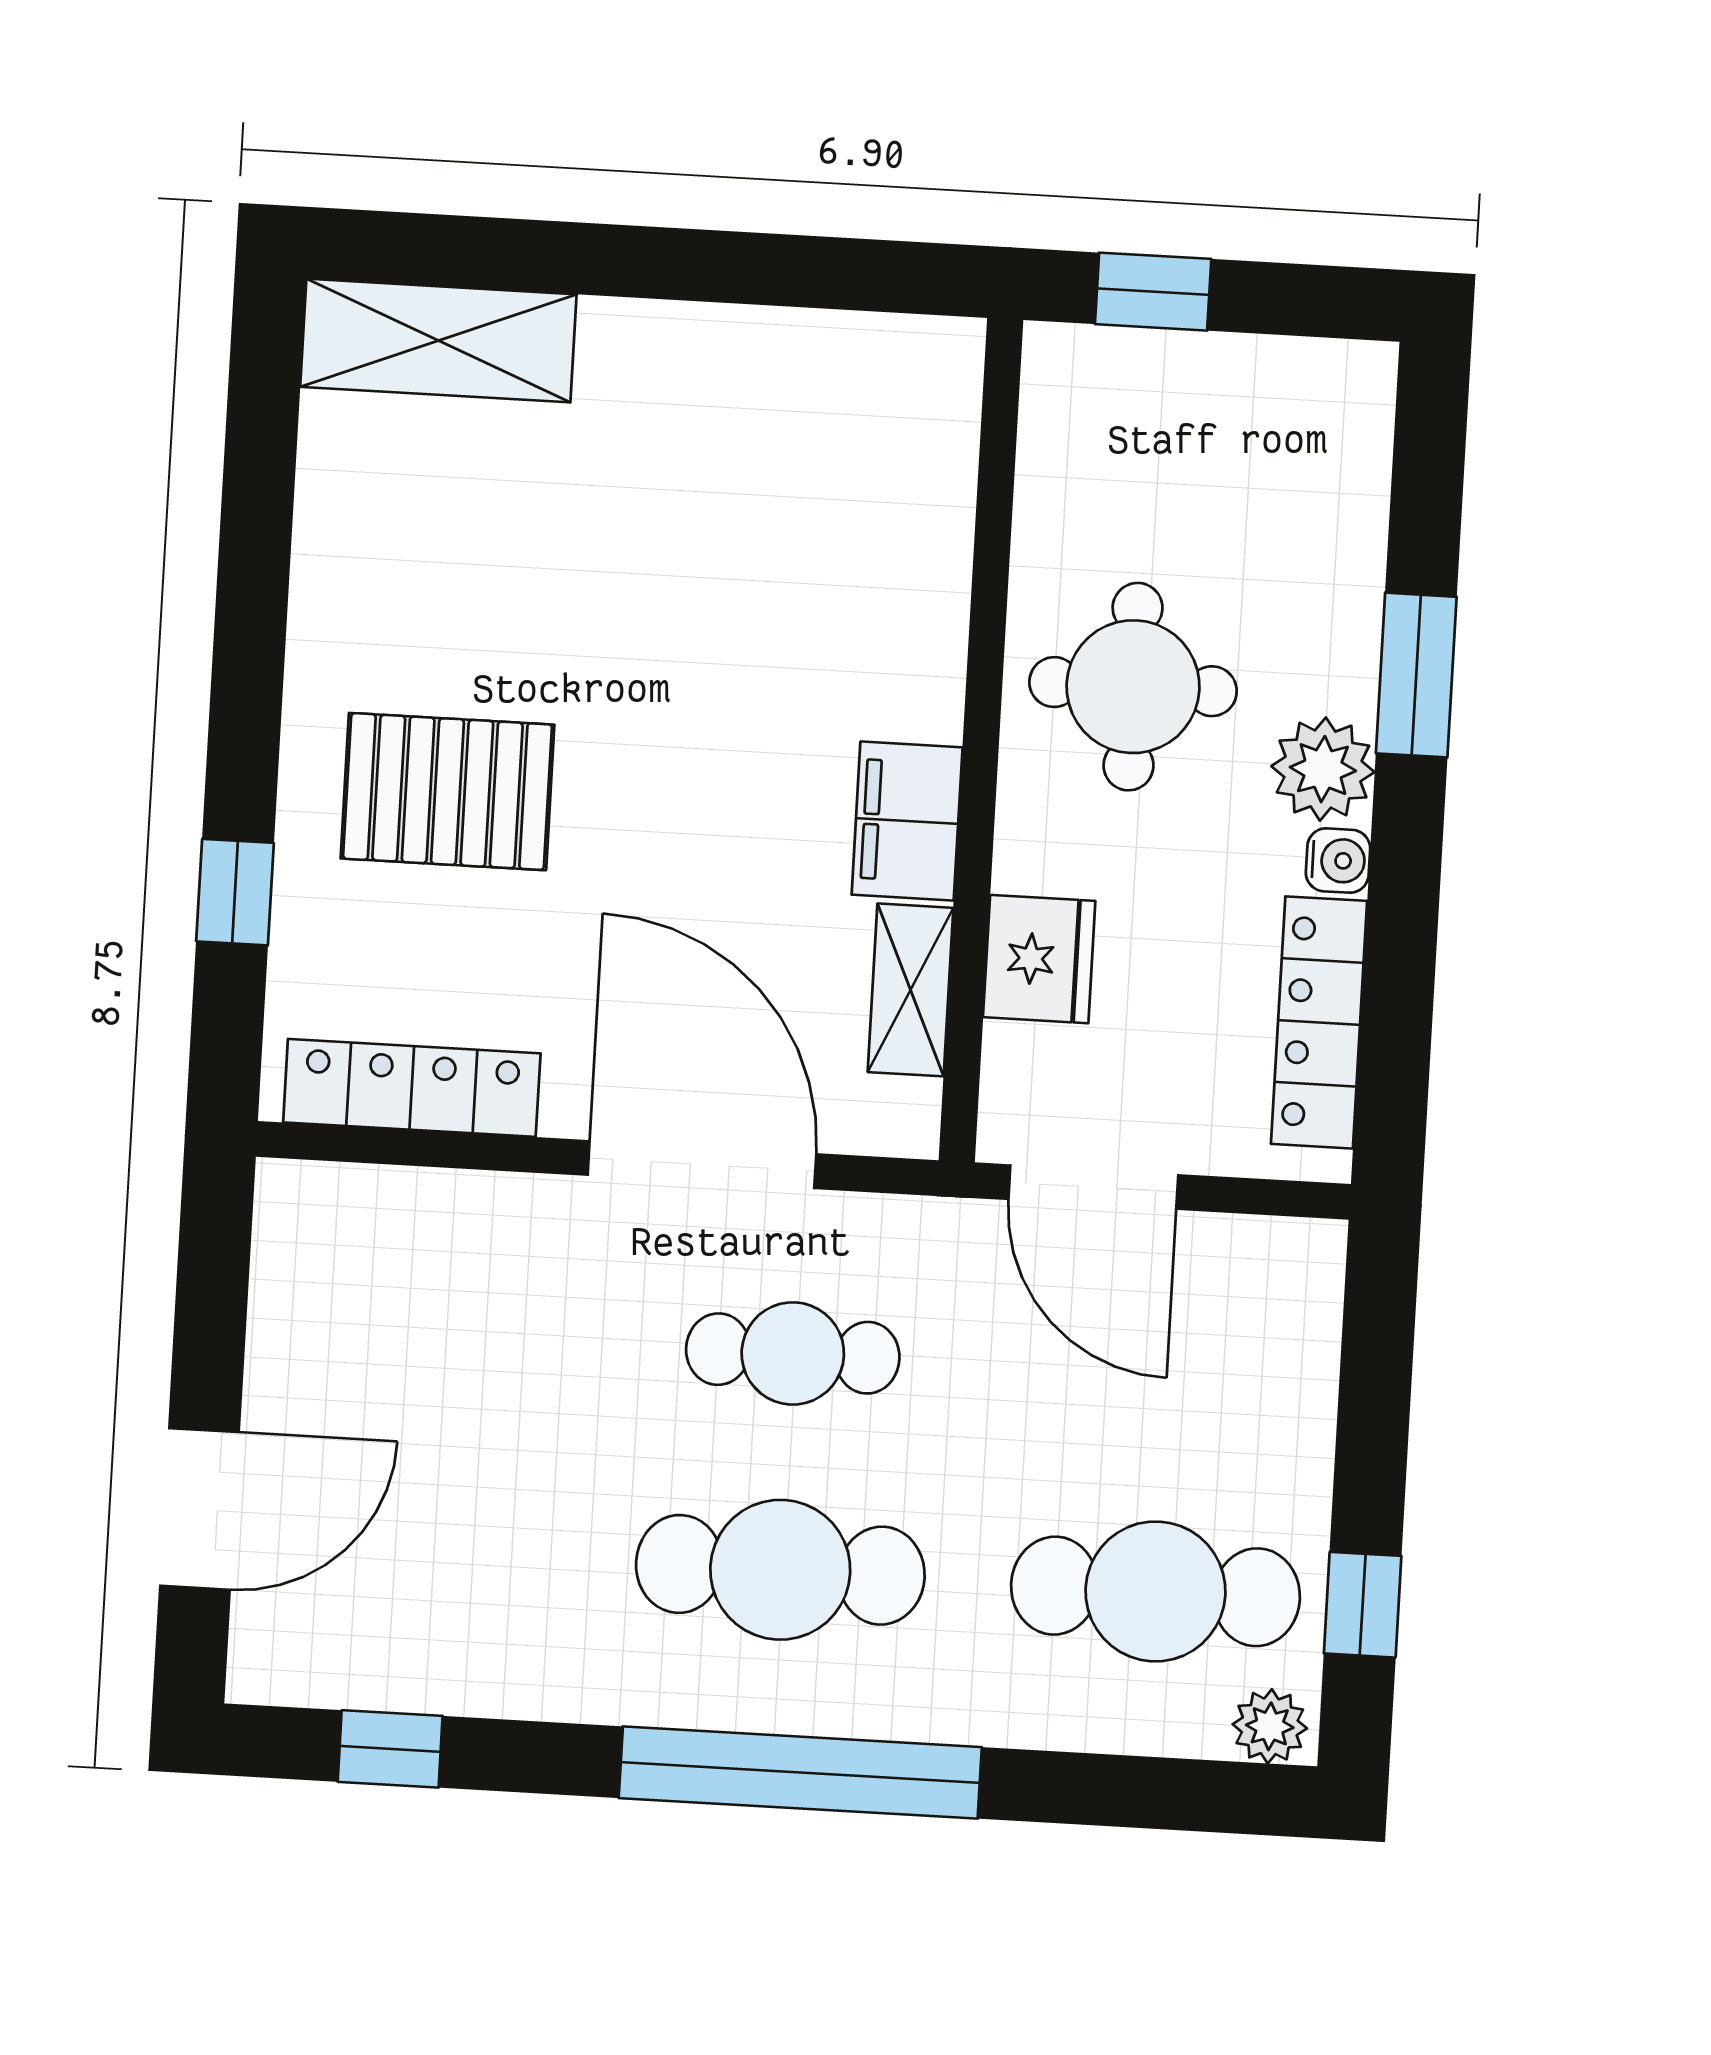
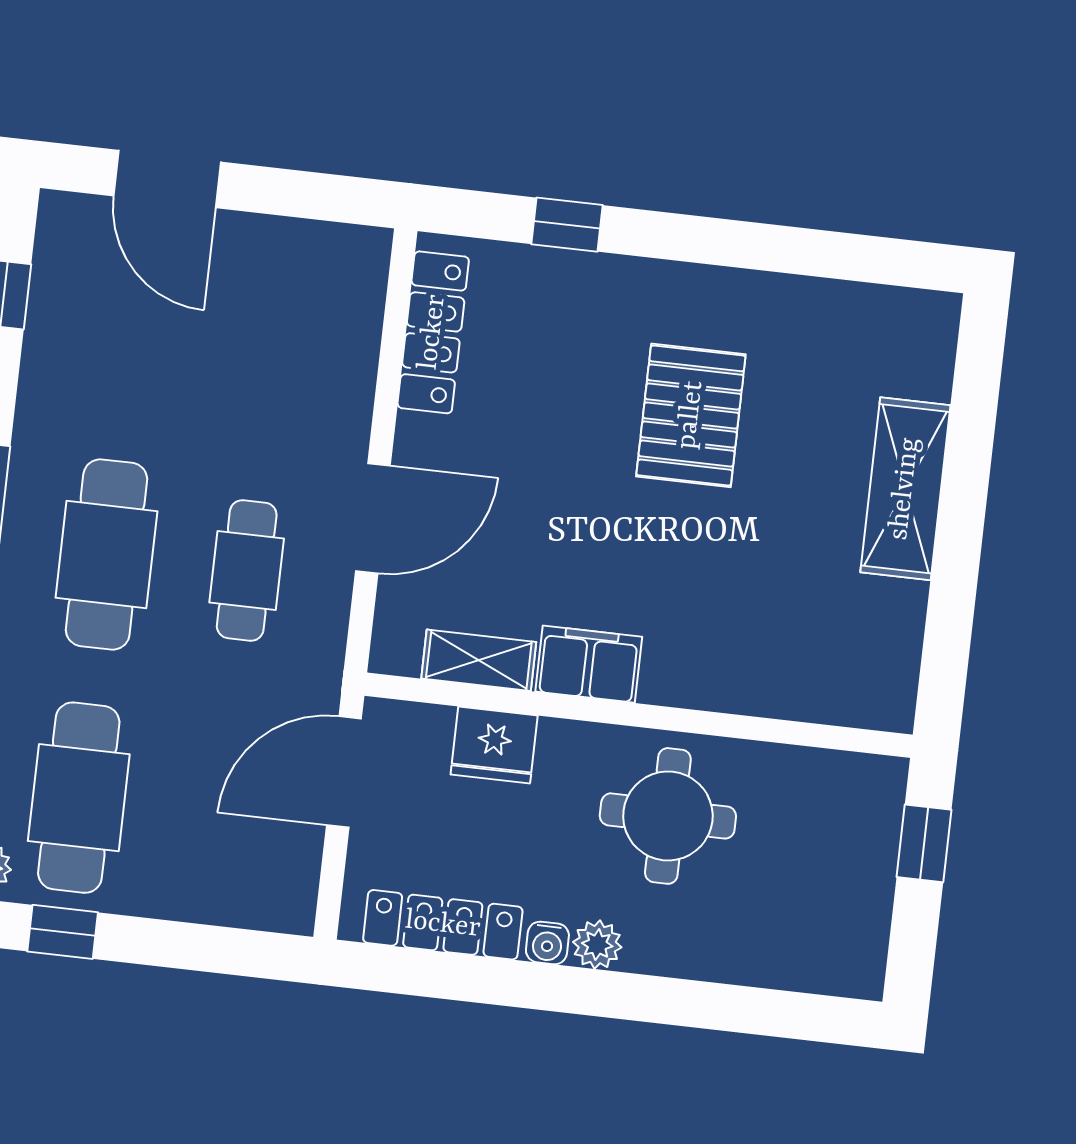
shelving: (438, 341) -> (905, 489), moved
window: (1416, 675) -> (665, 1001), removed
plant: (1323, 769) -> (597, 945), width x0.73, depth x0.73
pallet: (448, 792) -> (691, 415), moved
door: (702, 1165) -> (373, 518), width x0.73

